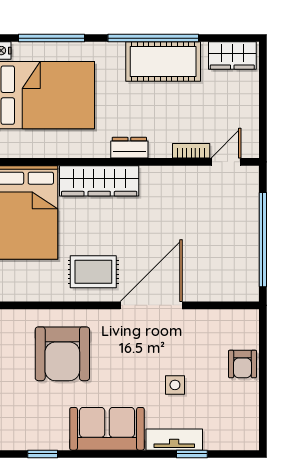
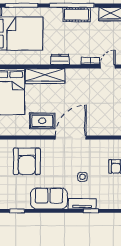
cot: (163, 62) -> (77, 15), width x0.73, depth x0.75

